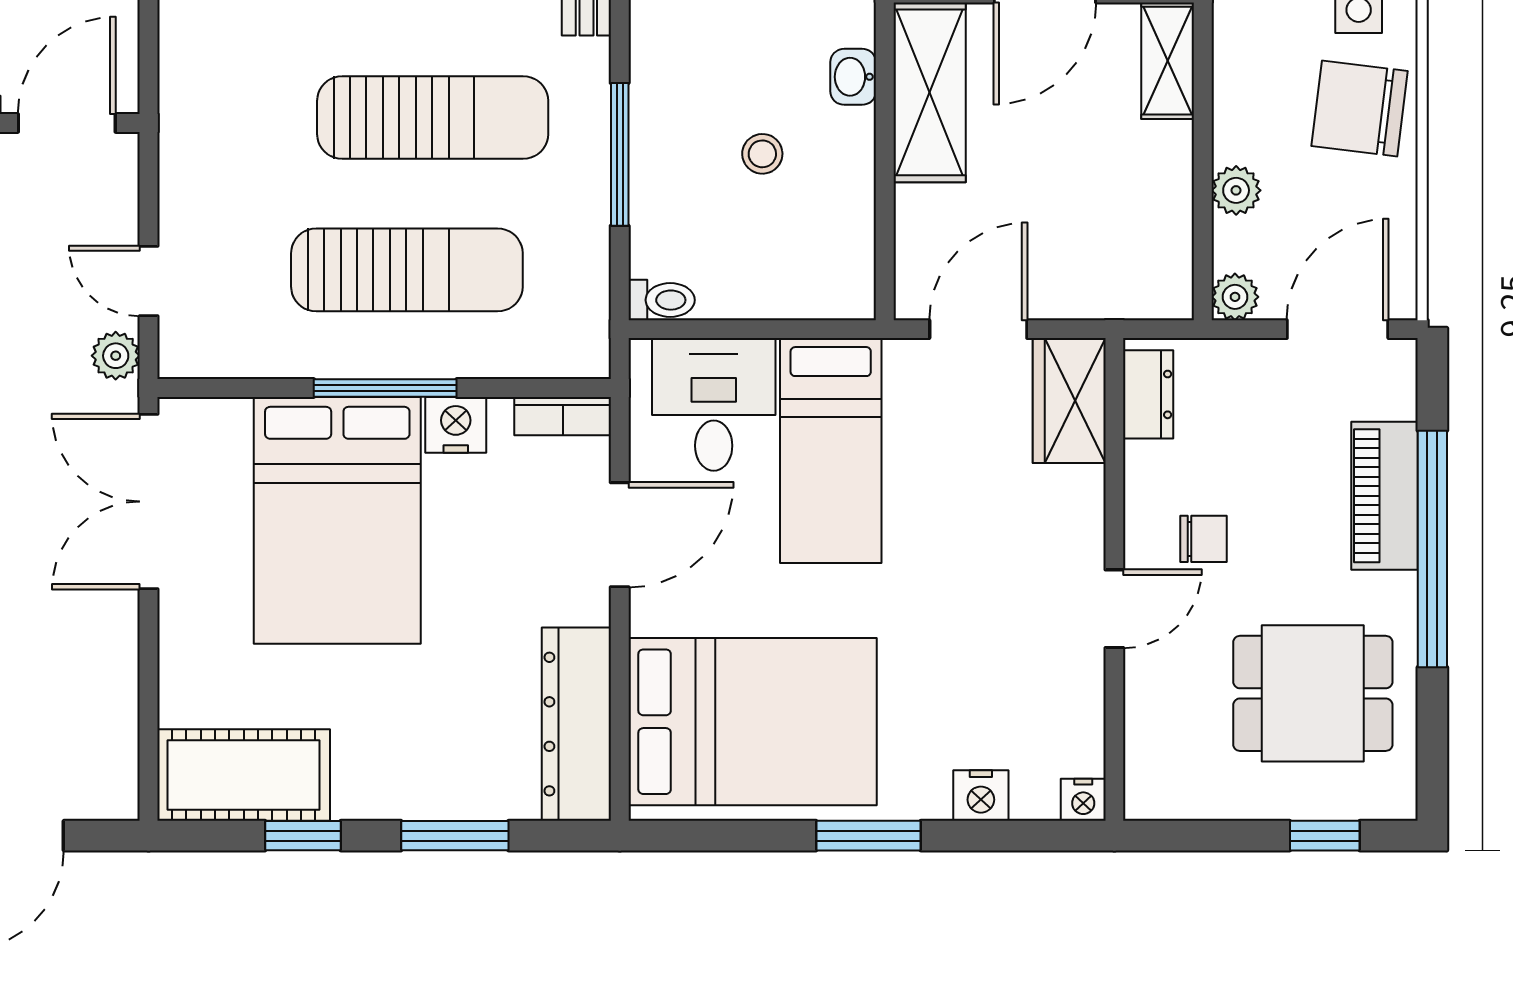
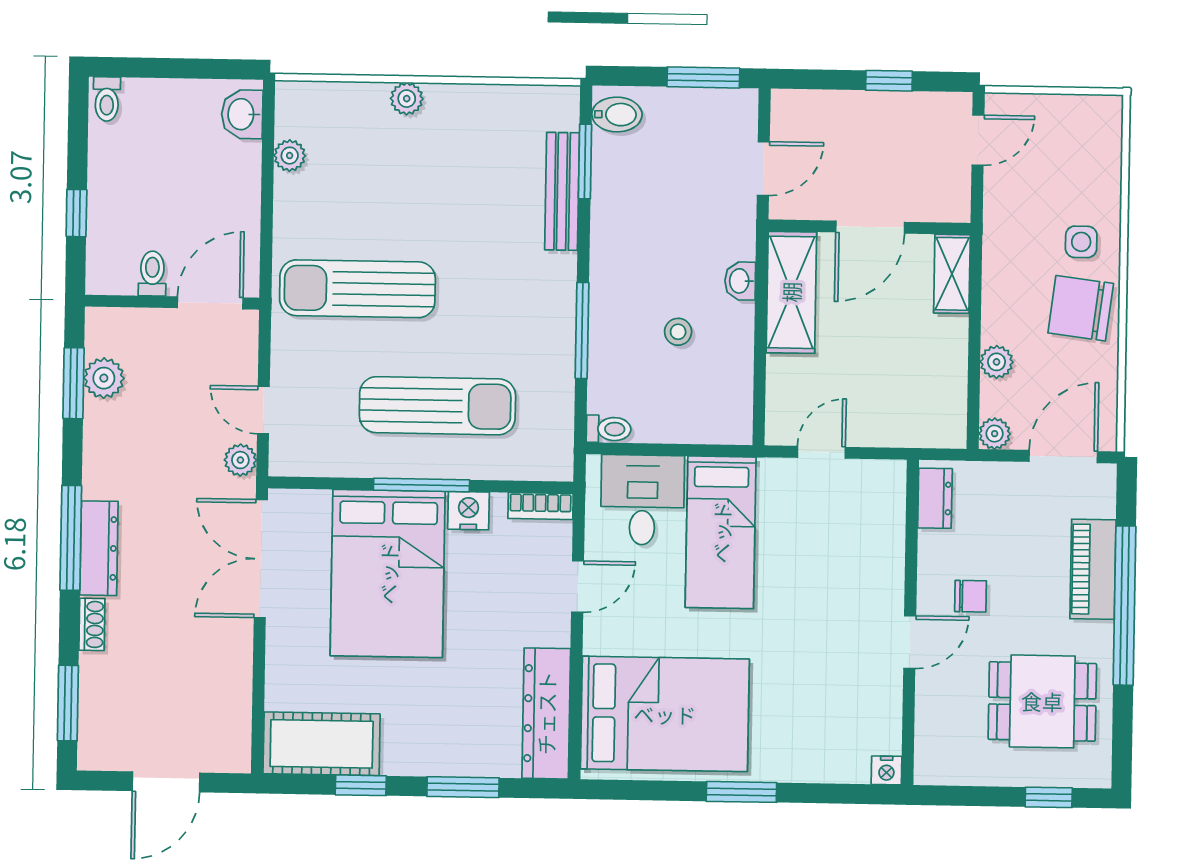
sun lounger: (433, 118) -> (357, 289), moved, turned 180
door: (978, 329) -> (821, 452), width x0.73
wardrobe: (1069, 401) -> (882, 501), removed
door: (620, 535) -> (578, 587), width x0.73
nightstand: (981, 796) -> (818, 766), removed

